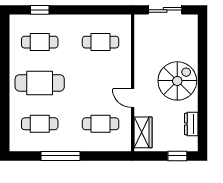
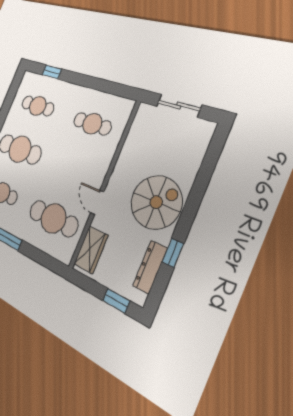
window: (203, 109) -> (173, 253), added
cafe table: (101, 124) -> (53, 218), width x1.37, depth x1.35
dresser: (191, 124) -> (150, 267), width x1.44

